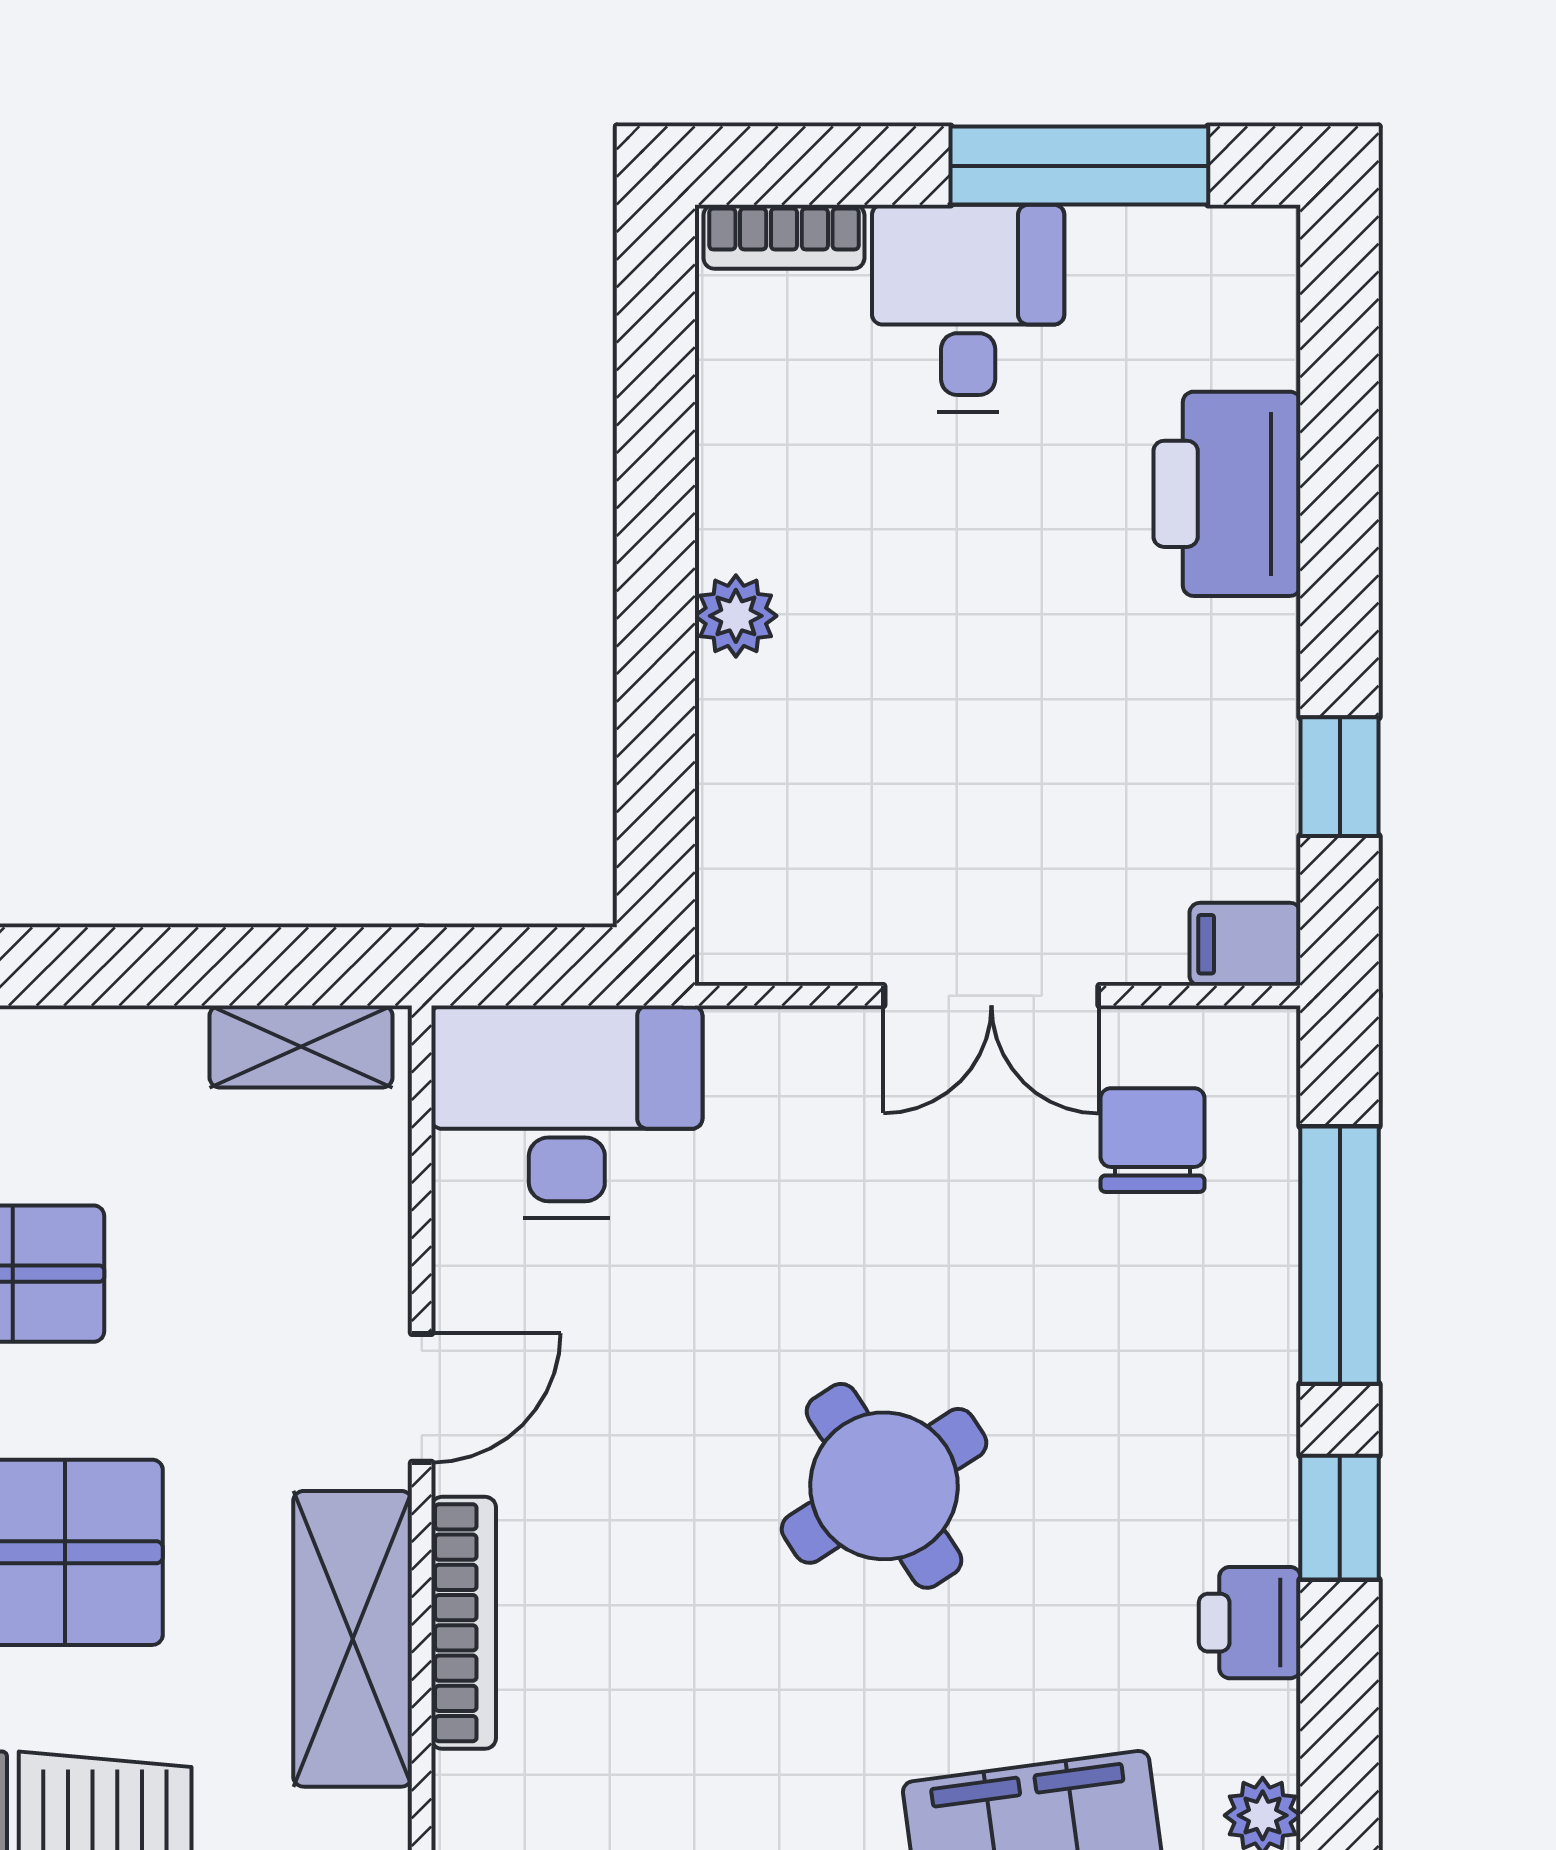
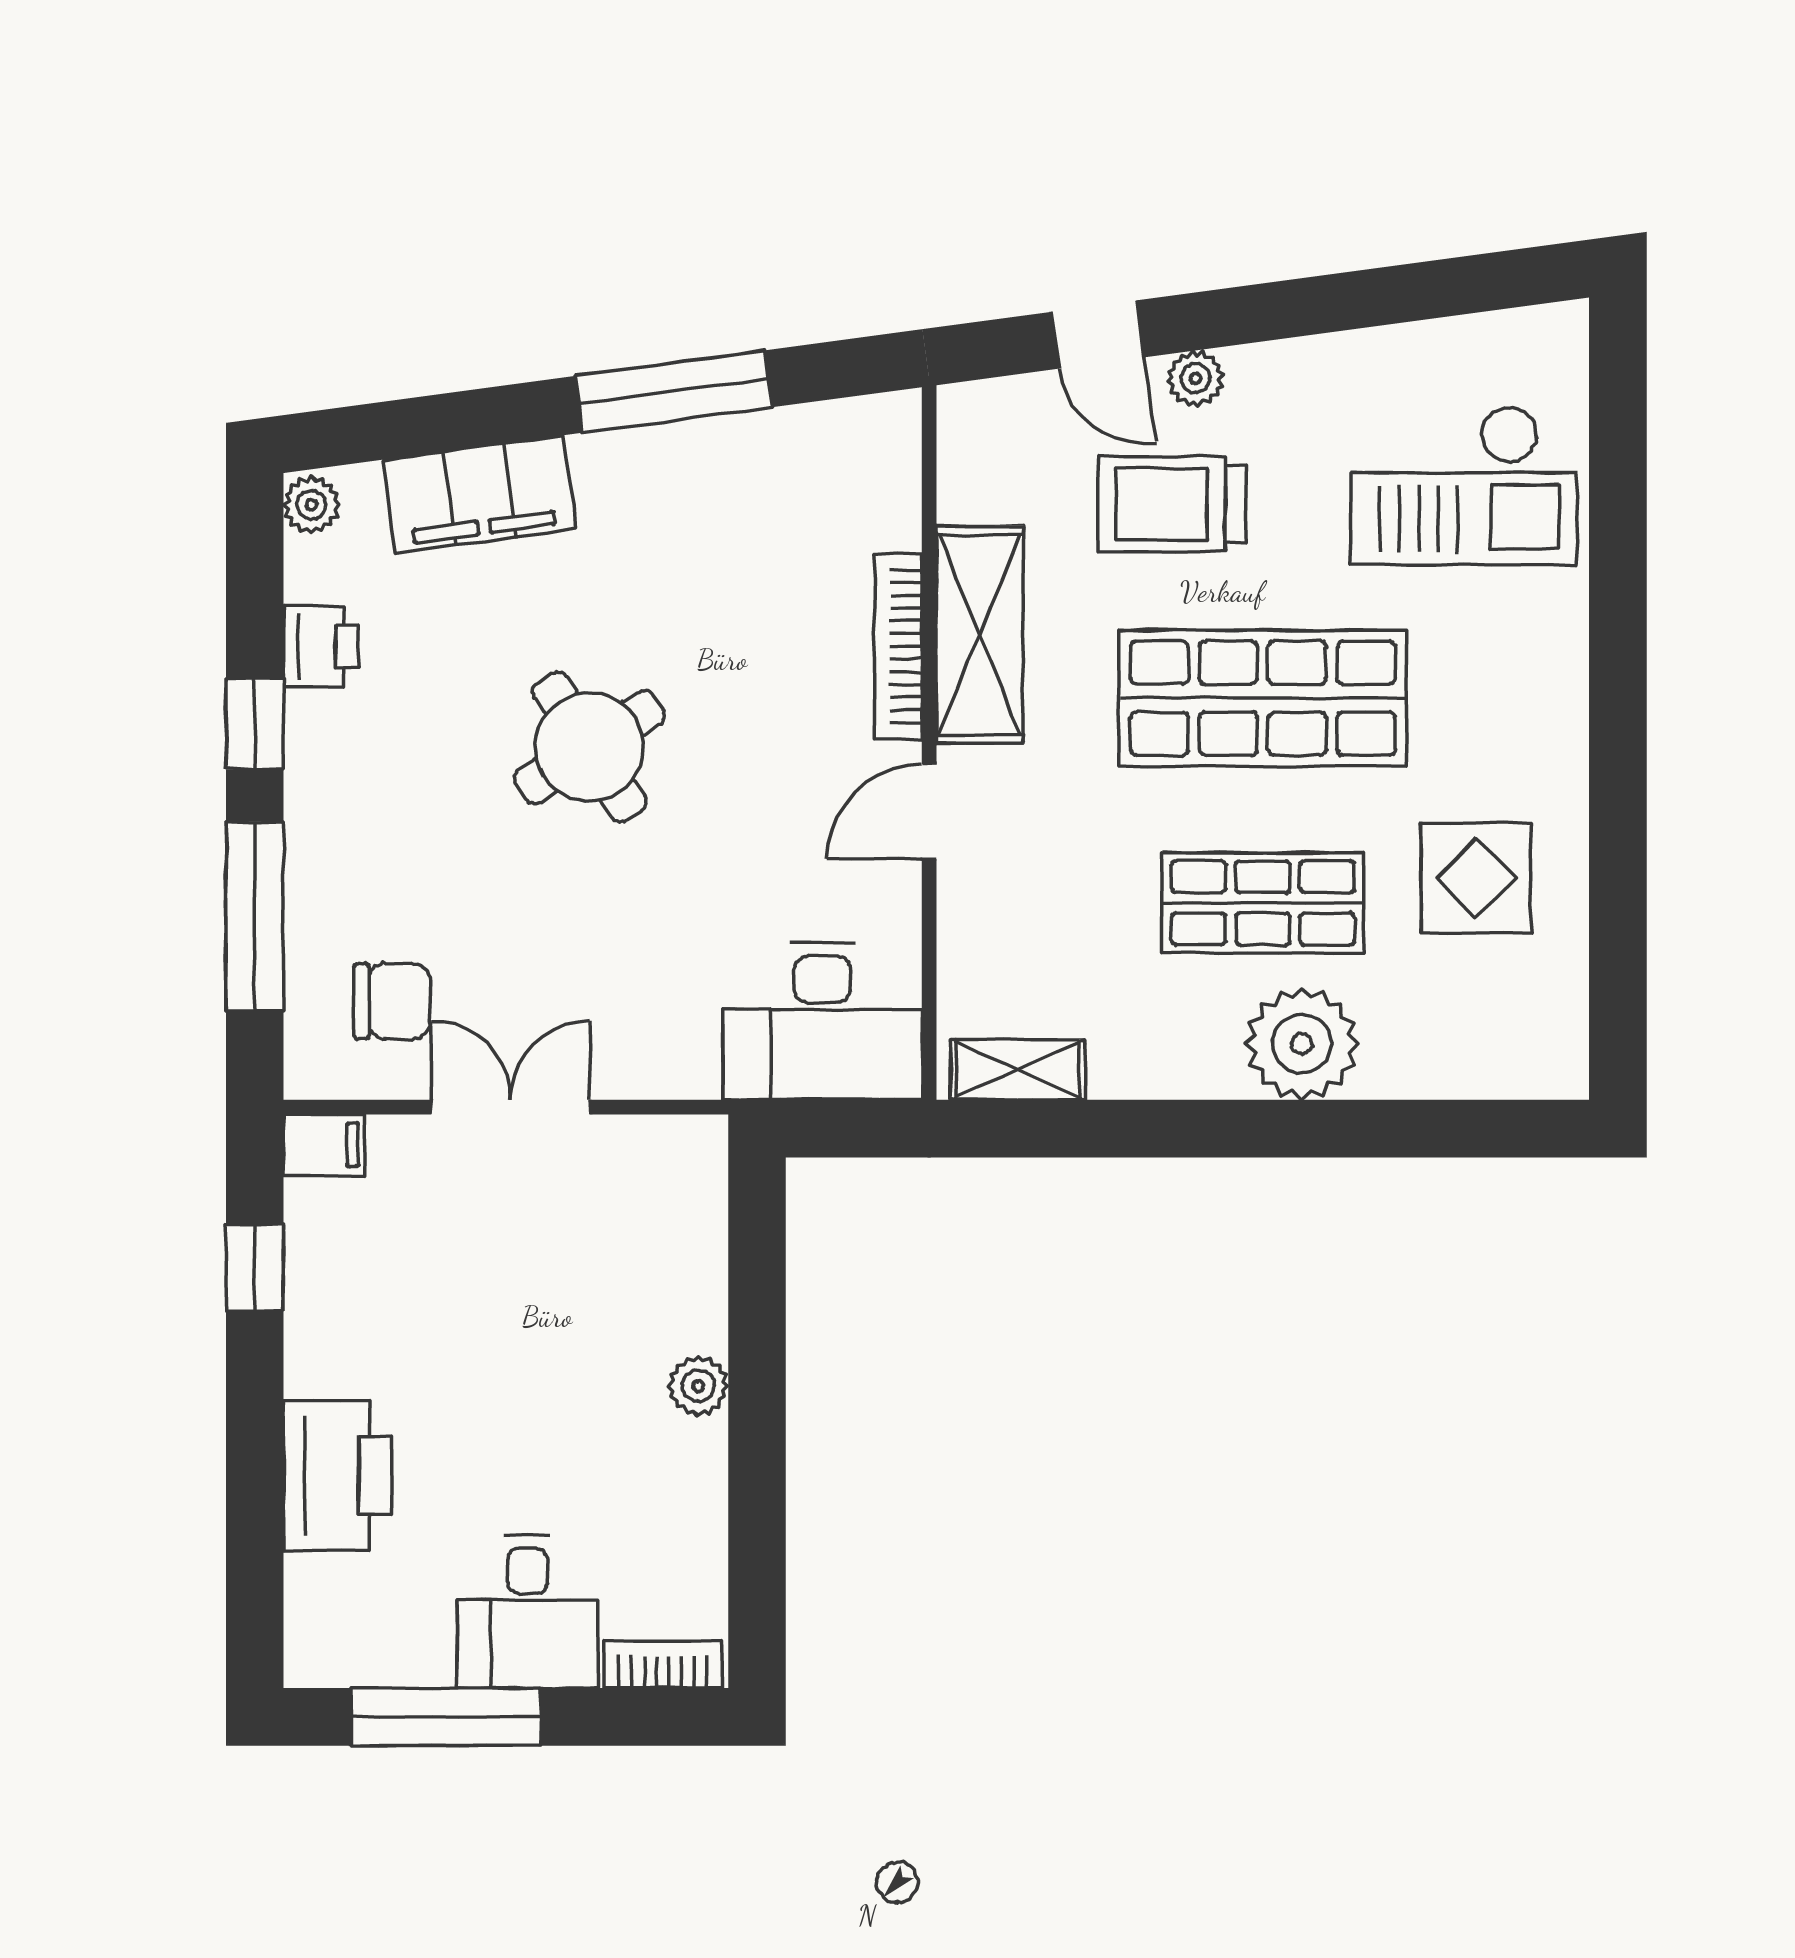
chair: (1152, 1140) -> (392, 1001), turned -90

